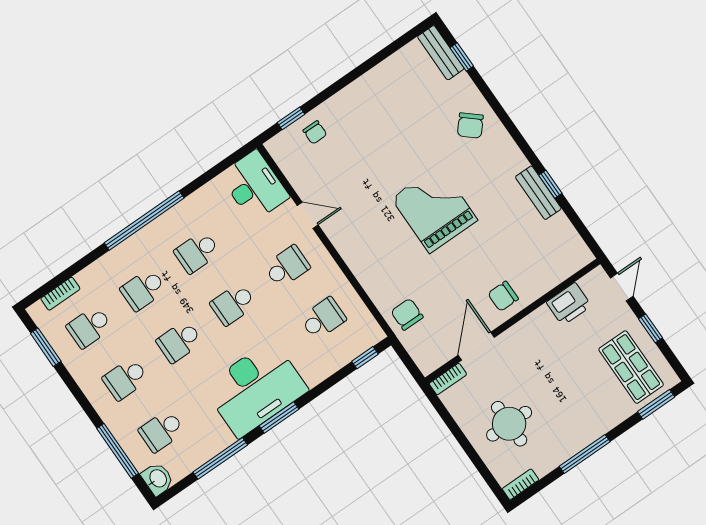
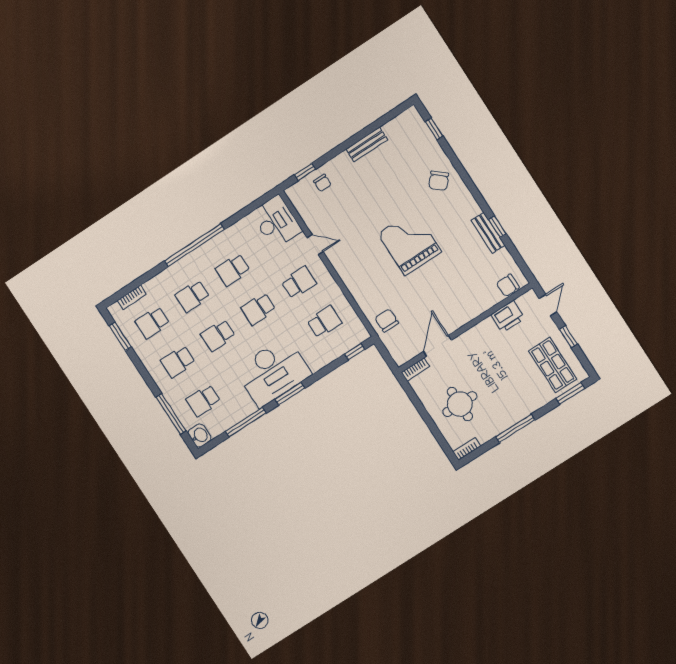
bench: (441, 53) -> (367, 145), moved, turned 90
chair: (503, 296) -> (508, 285), moved

